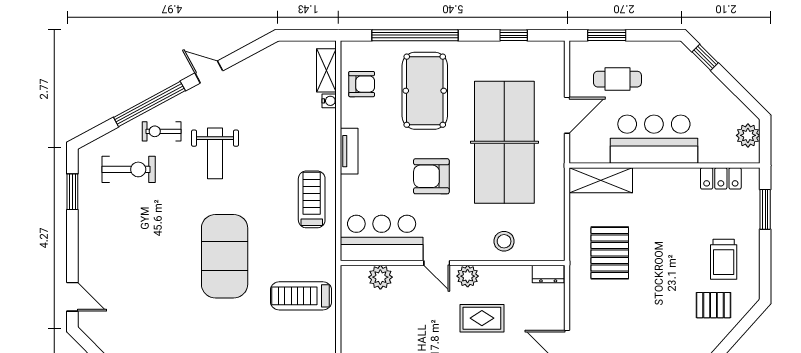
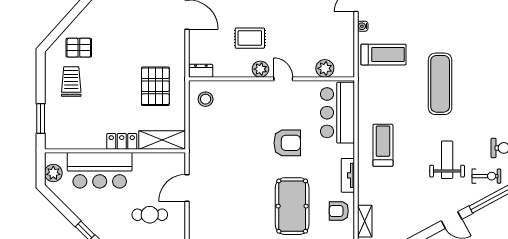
water cooler: (329, 101) -> (363, 26), moved
bar counter: (654, 139) -> (100, 170), moved
table tennis table: (504, 142) -> (233, 168), removed
tv unit: (349, 151) -> (348, 175), moved
locker: (721, 178) -> (122, 141), moved
treadmill: (312, 199) -> (383, 145), moved, turned 180
bar counter: (382, 238) -> (338, 113), moved, turned 90
stool: (504, 241) -> (206, 99), moved
exercise mat: (225, 256) -> (440, 84), width x0.68

